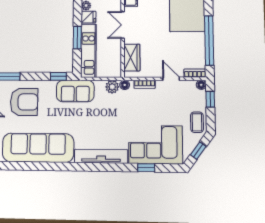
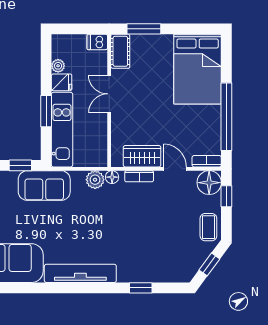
wardrobe: (132, 58) -> (142, 156), moved, turned -90
floor lamp: (201, 85) -> (209, 183), width x1.89, depth x1.89
corner sofa: (155, 145) -> (153, 257), removed

